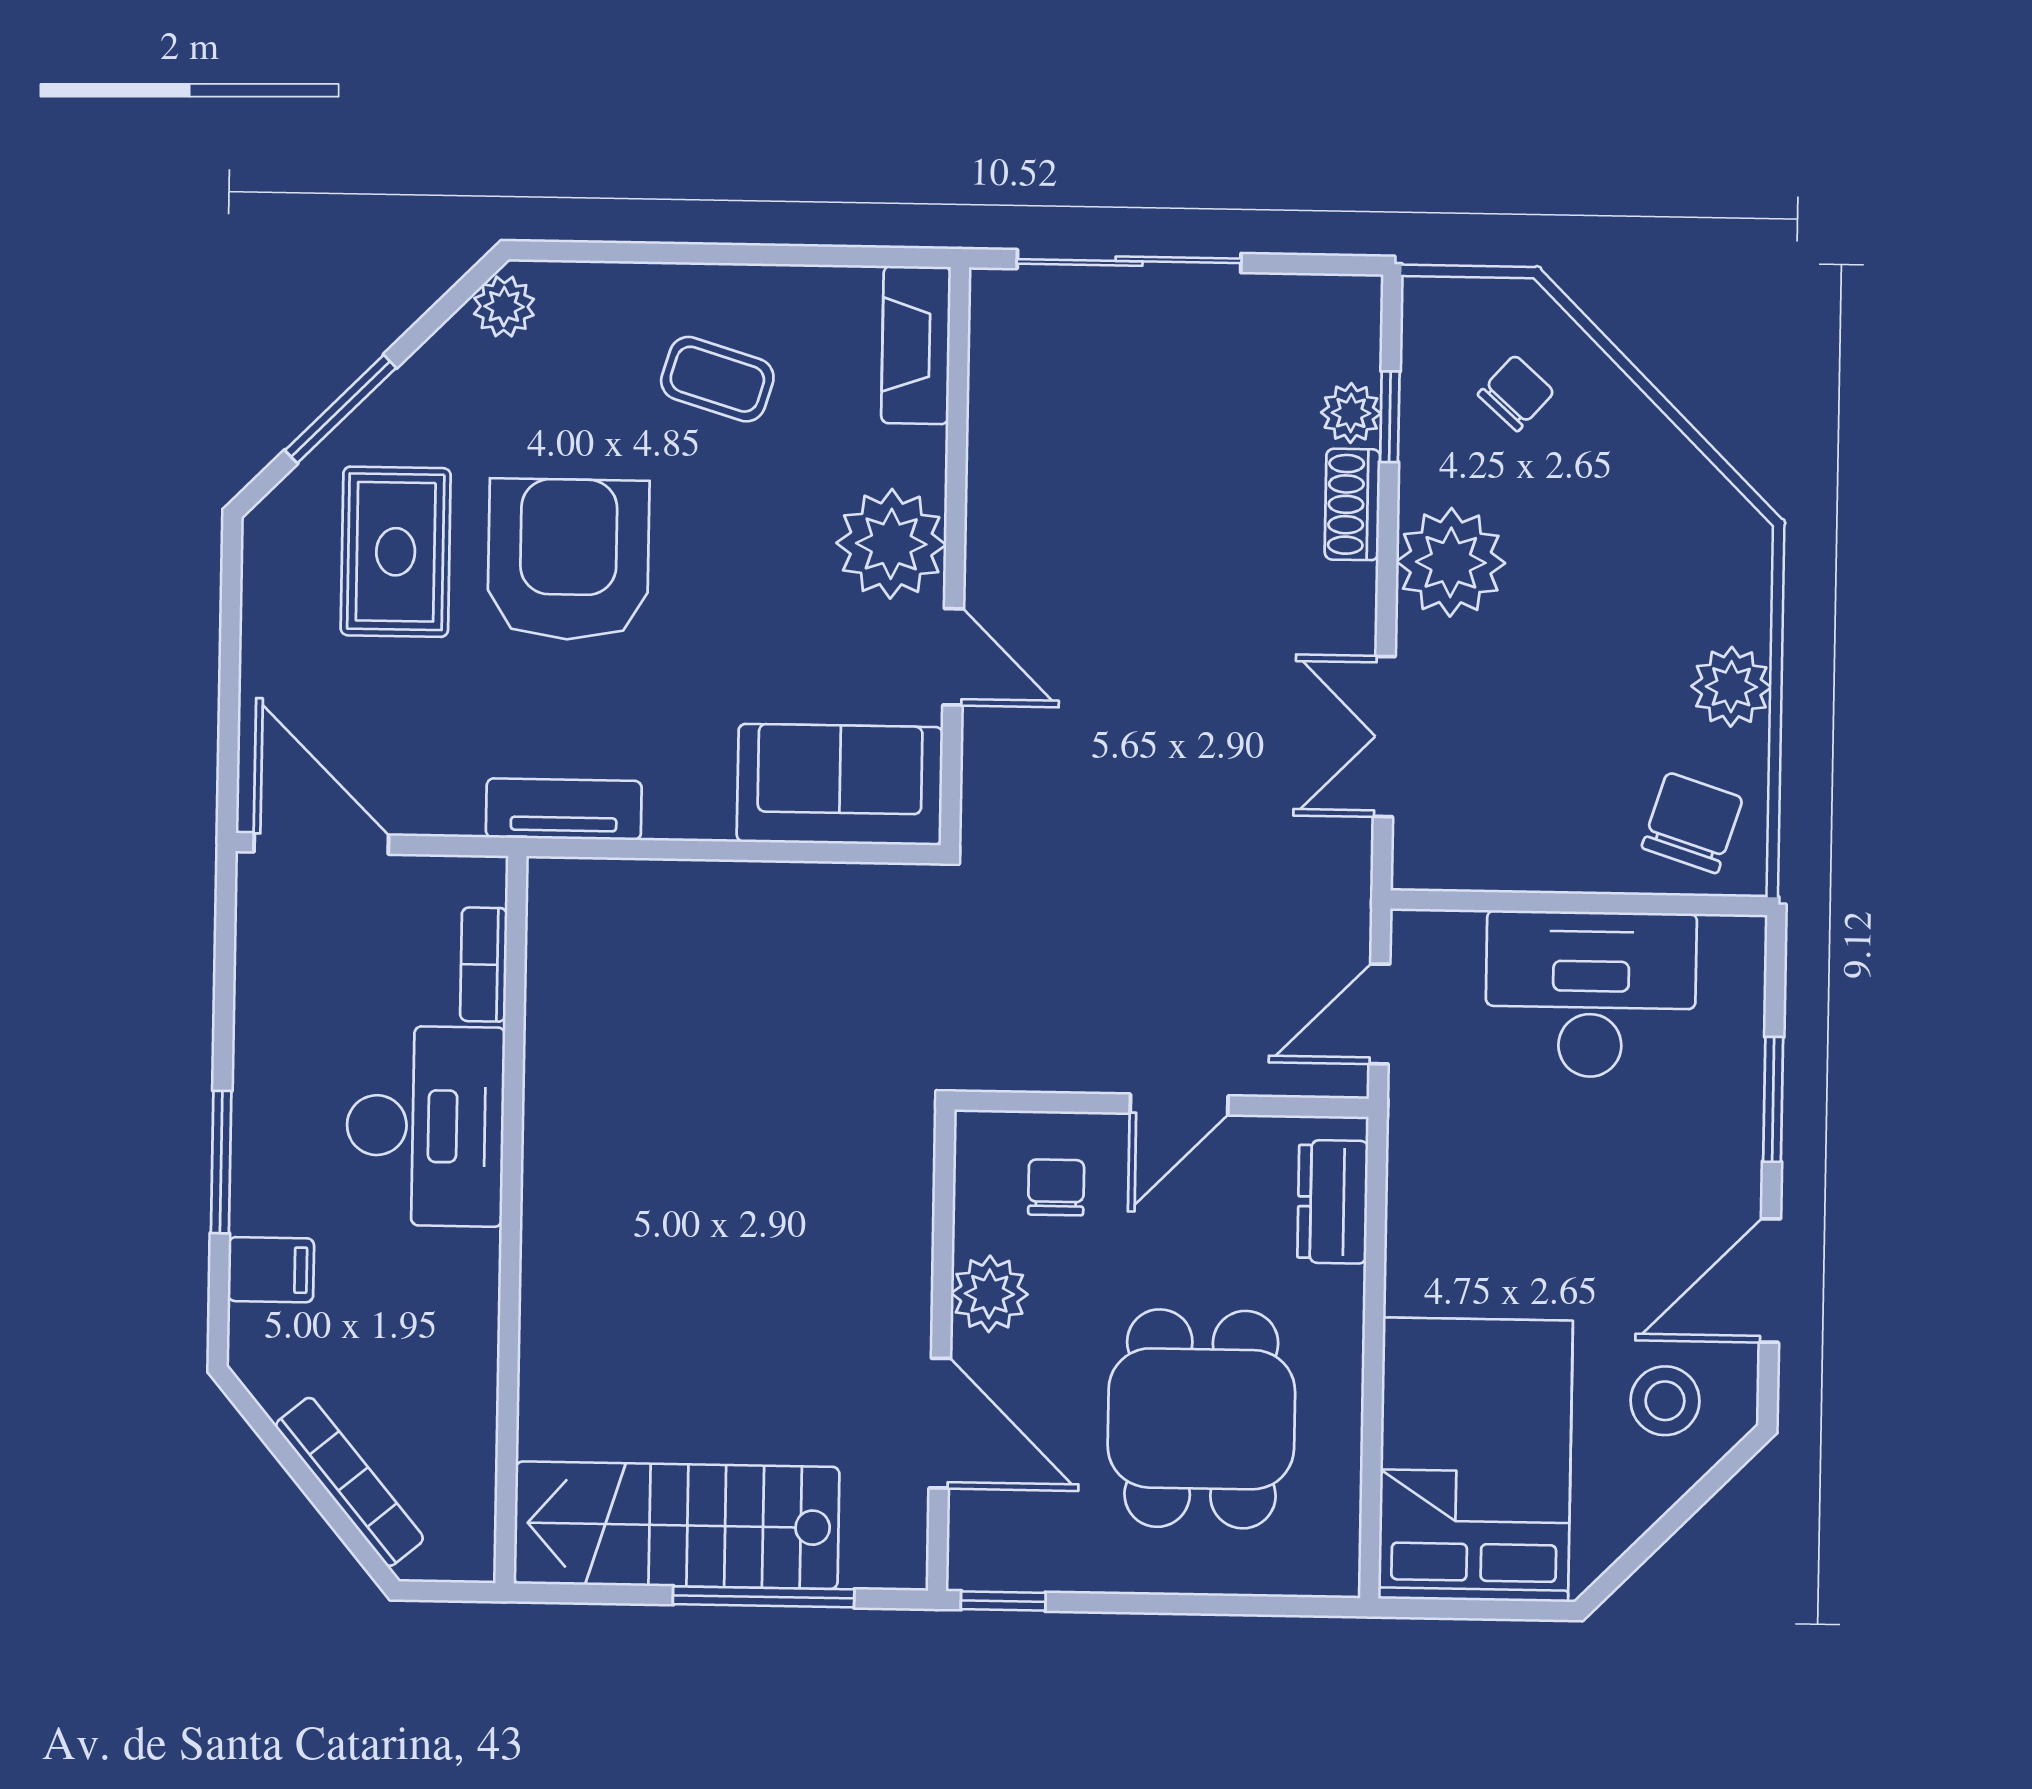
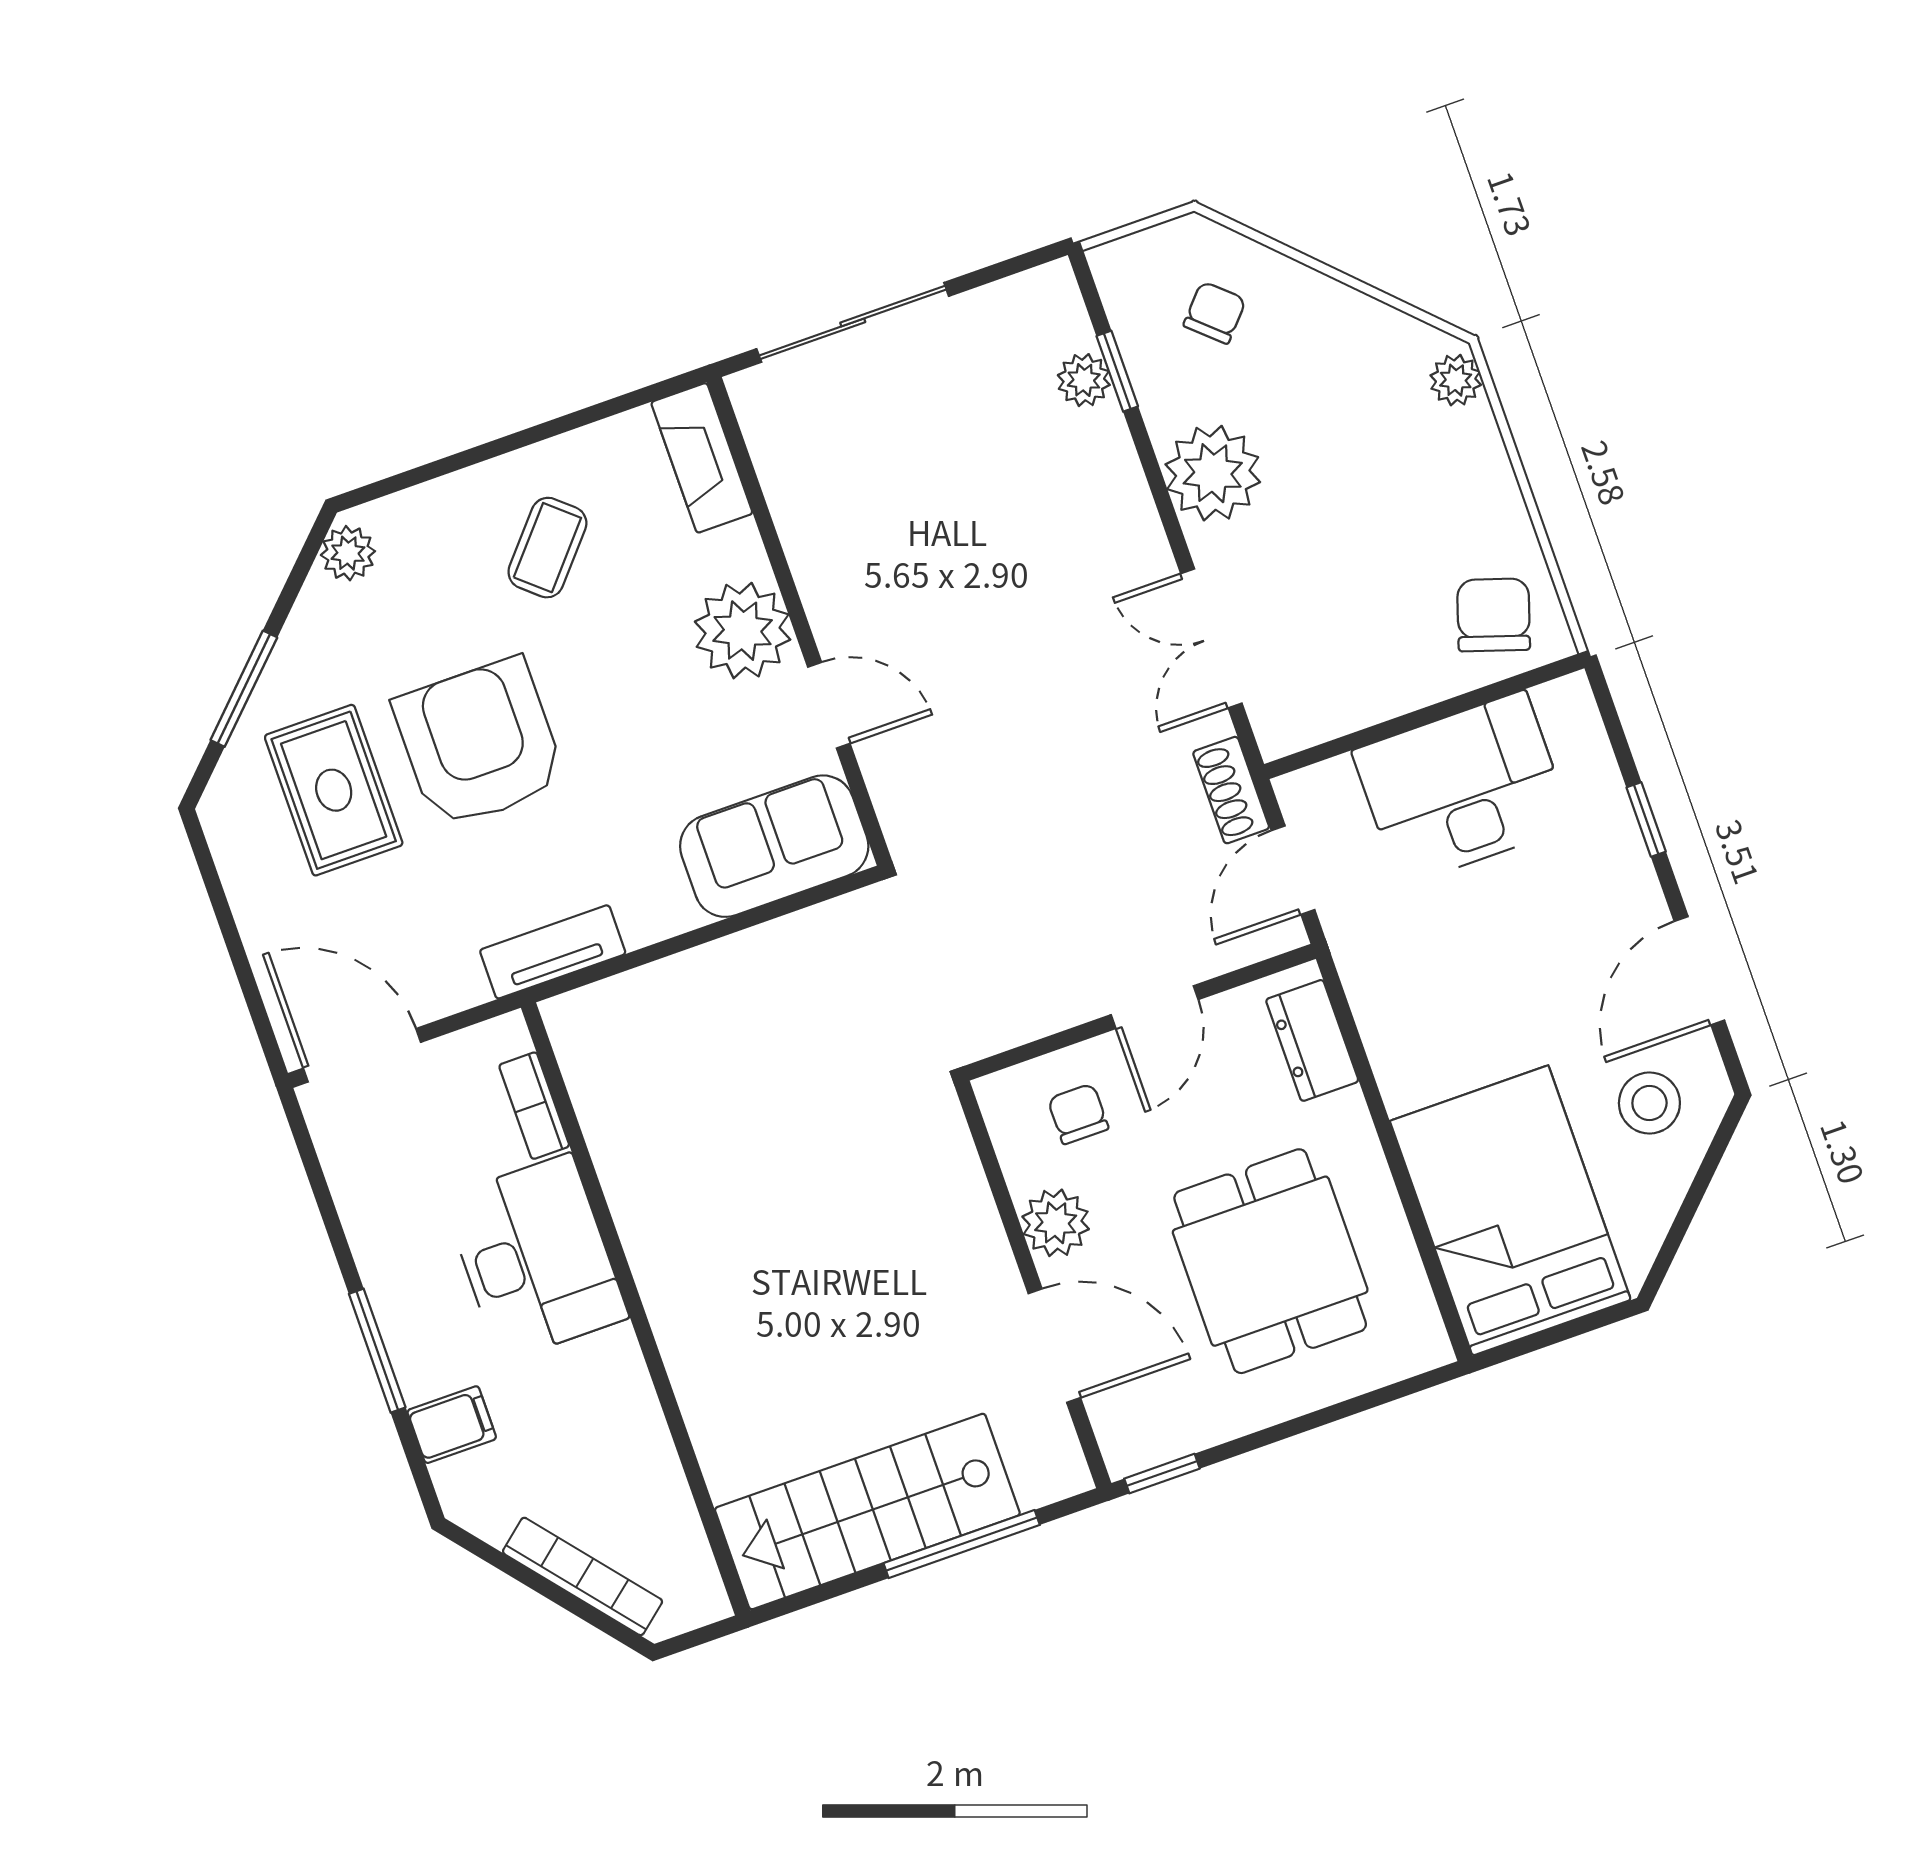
coffee table: (717, 379) -> (547, 548), turned -66
shoe rack: (1352, 504) -> (1231, 790), moved
plant: (1731, 687) -> (1456, 380), moved, width x0.73, depth x0.73
window: (1773, 1099) -> (1646, 819), width x0.67

